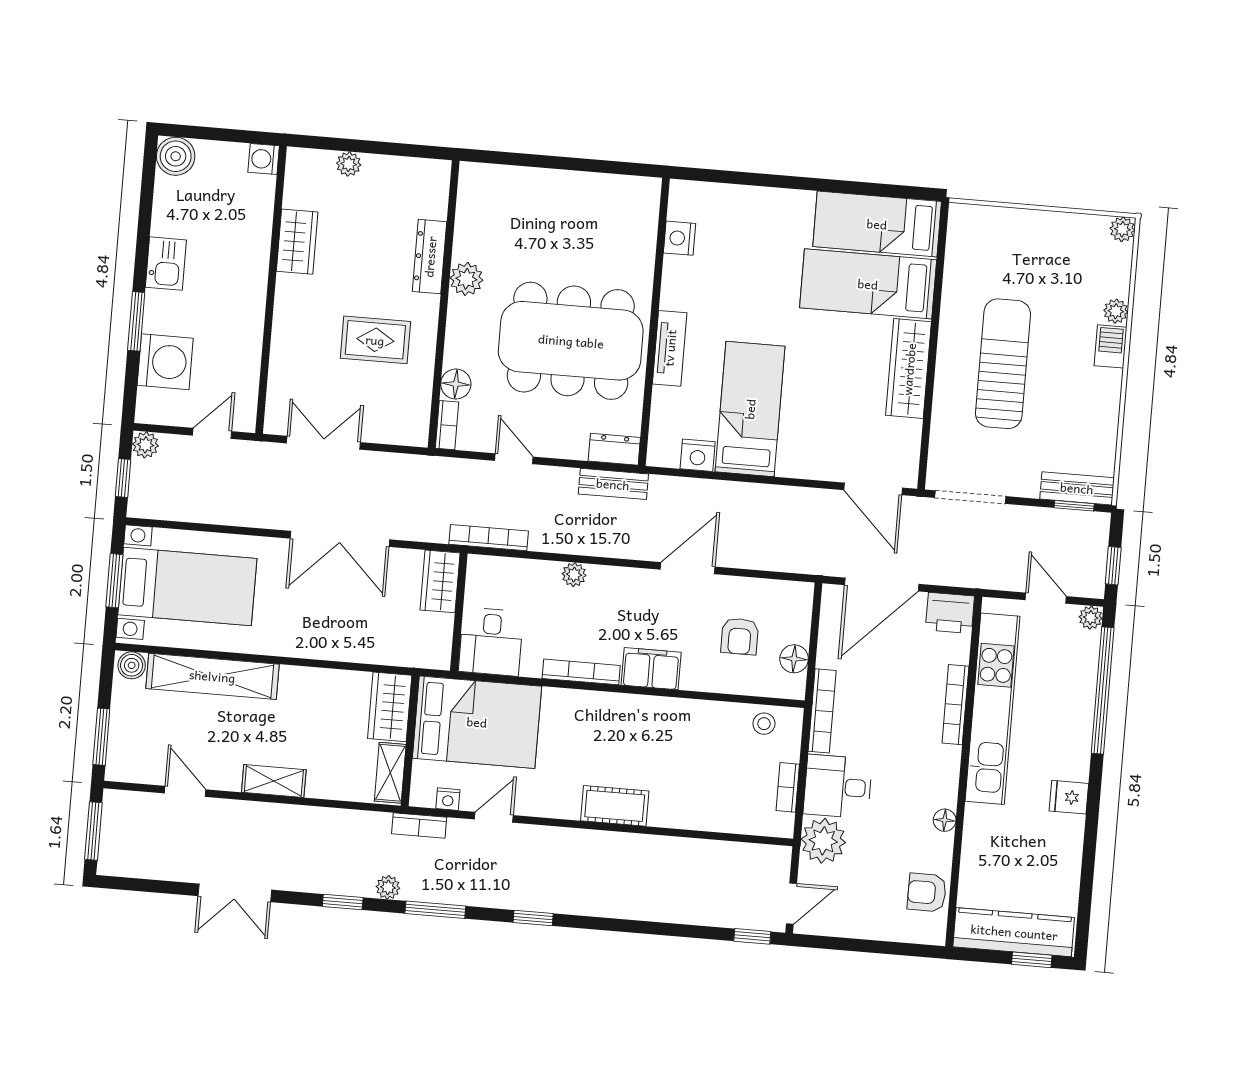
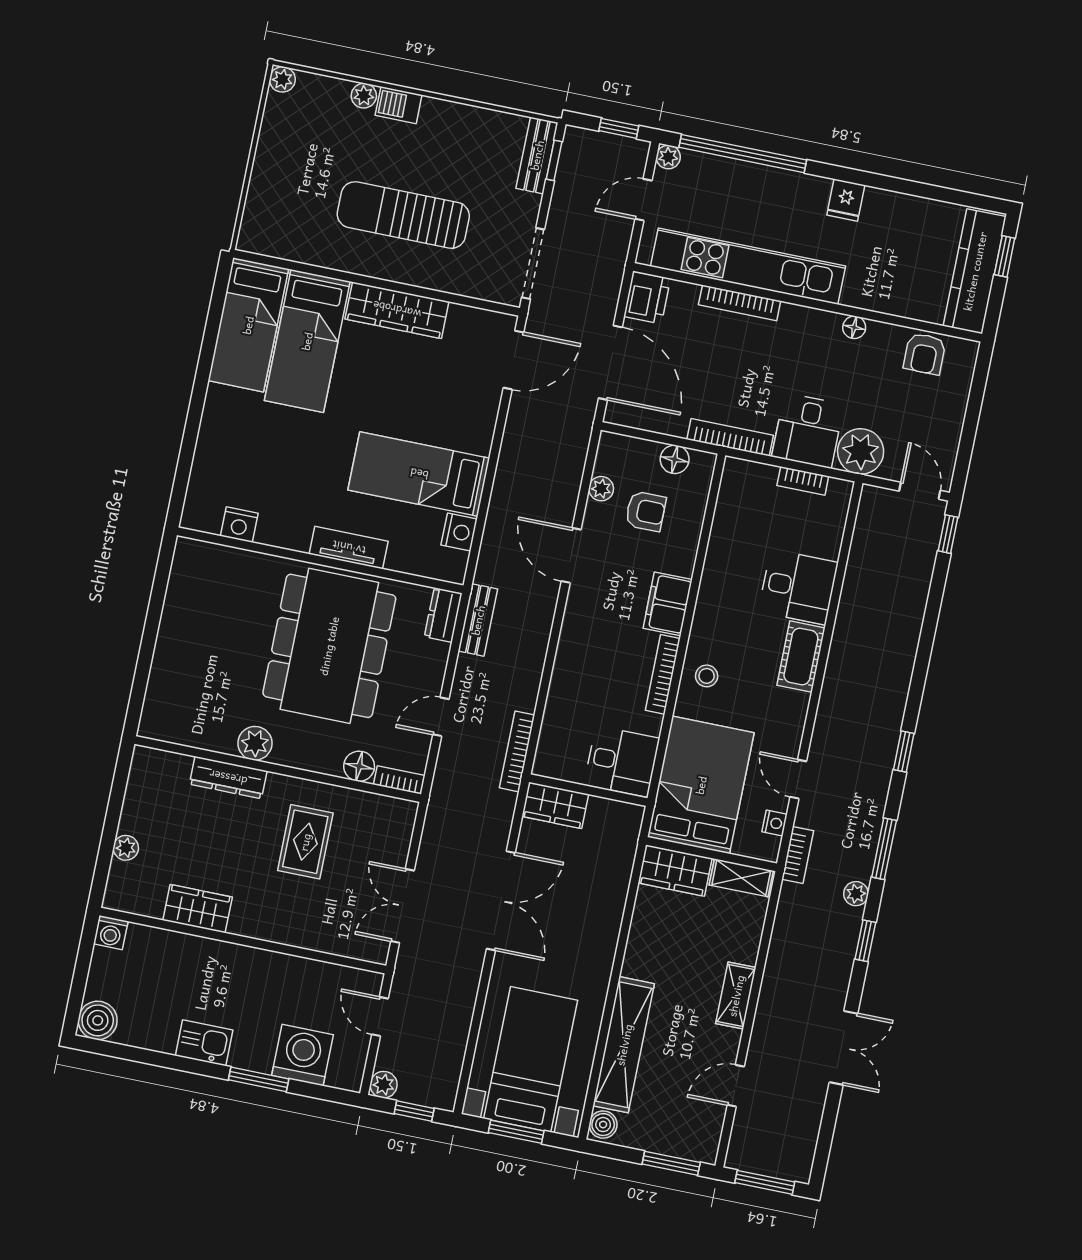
plant: (574, 575) -> (601, 489), moved
stool: (764, 724) -> (707, 676), moved
desk: (683, 795) -> (798, 587), added

